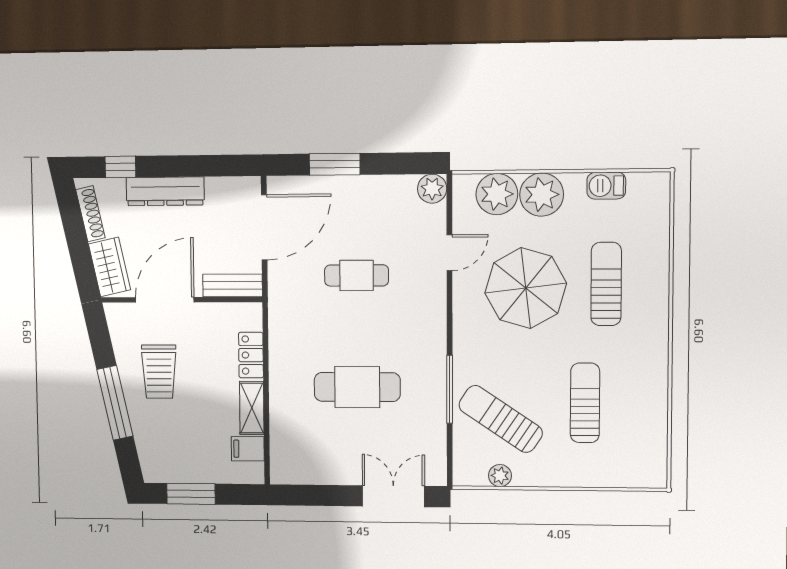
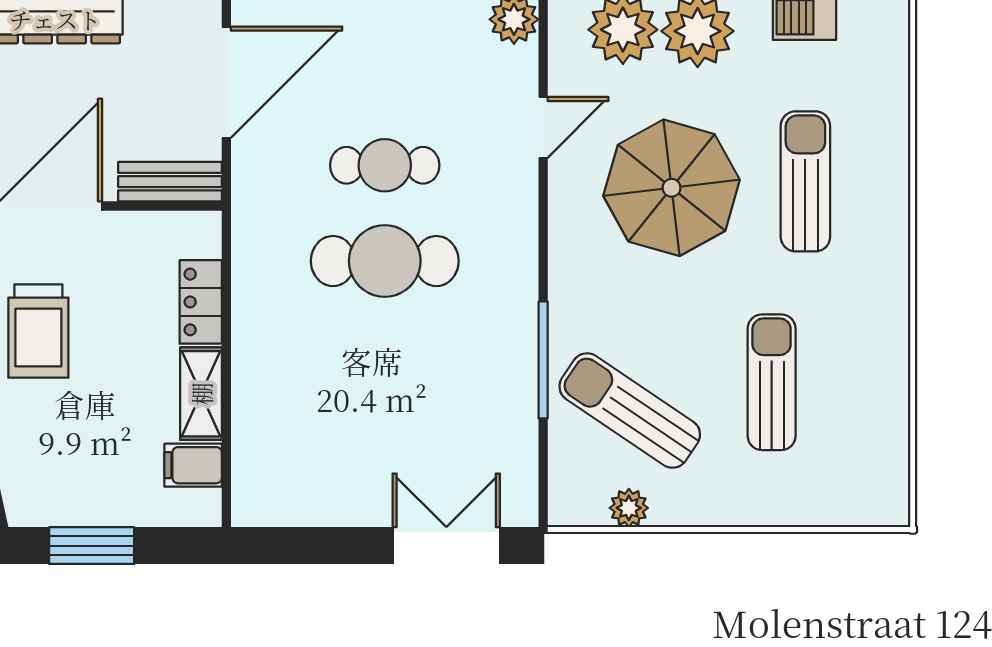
cafe table: (357, 387) -> (385, 261), moved

